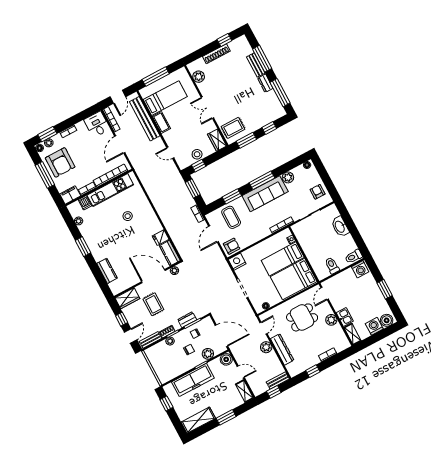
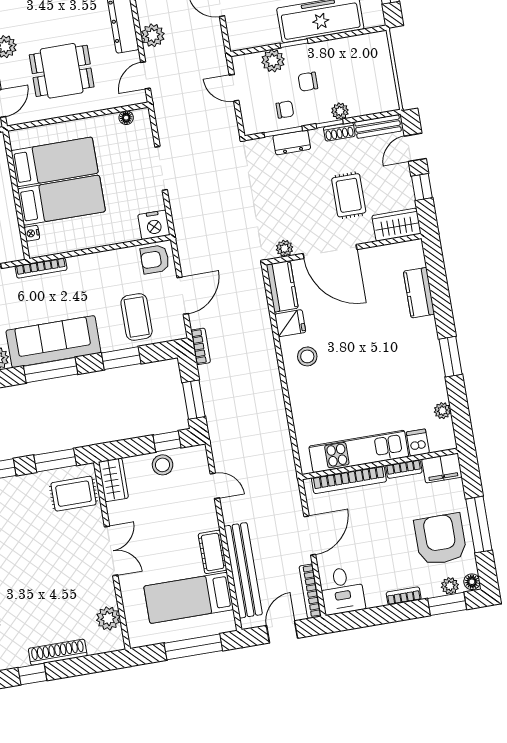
stool: (128, 216) -> (307, 356), moved
bed: (294, 279) -> (55, 162), width x0.67
door: (221, 336) -> (234, 88), width x0.53
boiler: (226, 359) -> (240, 38), removed

